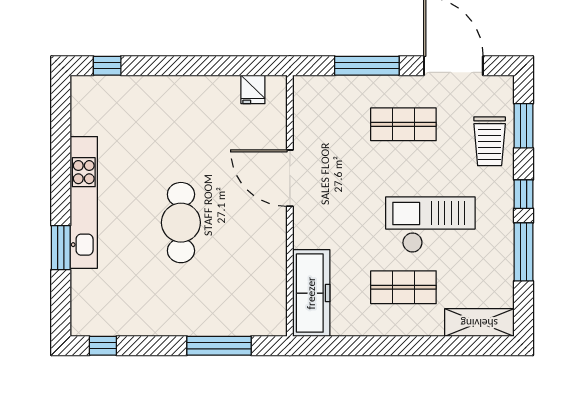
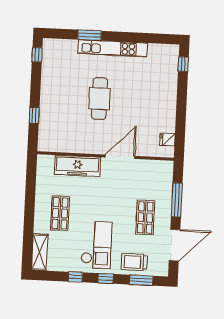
cafe table: (181, 223) -> (100, 99), turned 90
checkout: (430, 225) -> (96, 245), moved
window: (524, 252) -> (75, 277), width x0.46
freezer: (311, 293) -> (77, 166), moved
window: (219, 346) -> (34, 115), width x0.46

